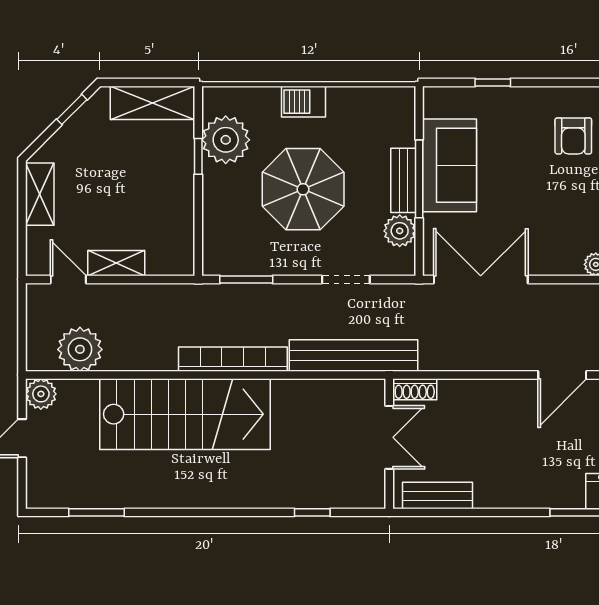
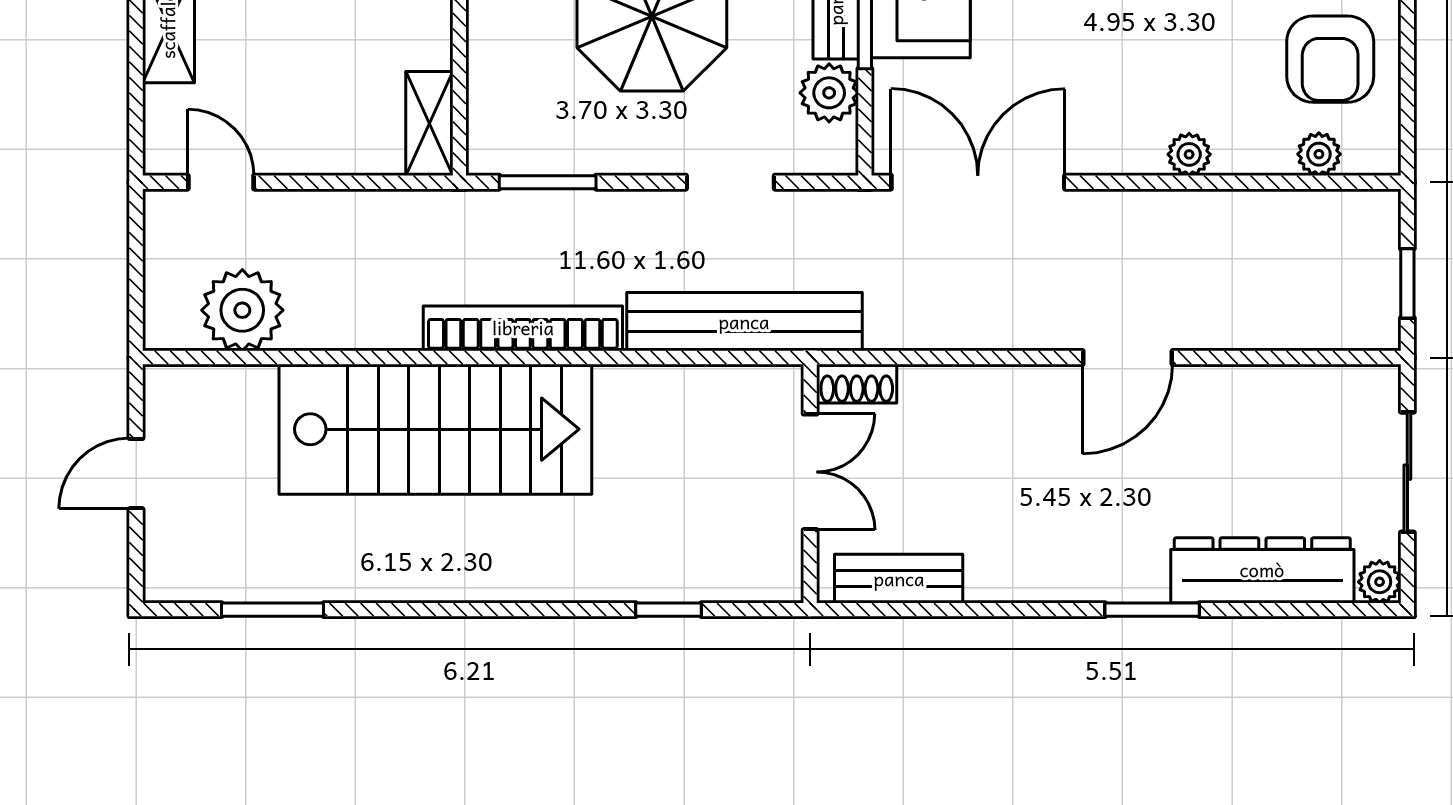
shelving: (116, 263) -> (429, 124), moved, turned 90
plant: (41, 394) -> (171, 392), removed

